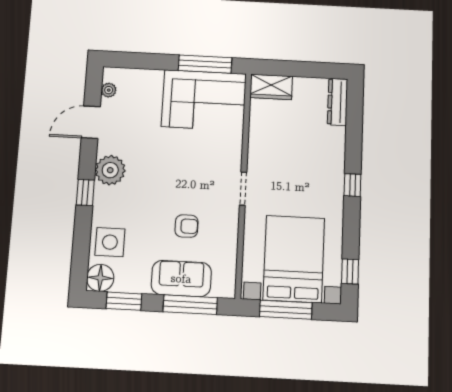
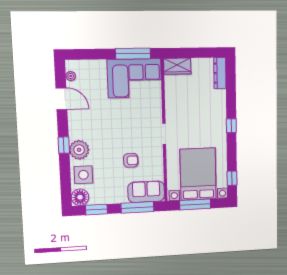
door: (91, 122) -> (61, 99), swing flipped
plant: (110, 170) -> (79, 150), moved
sofa: (181, 279) -> (146, 192), moved

